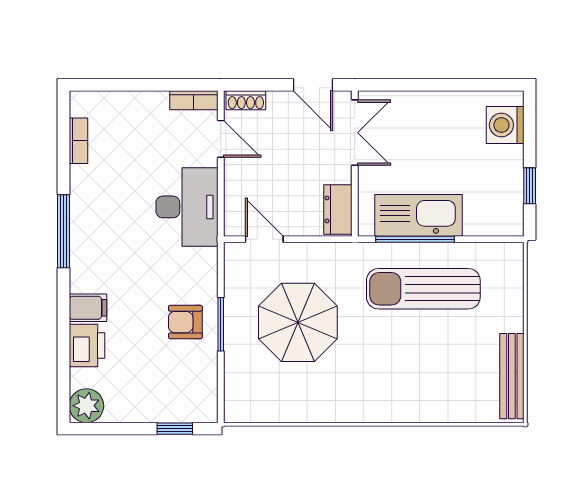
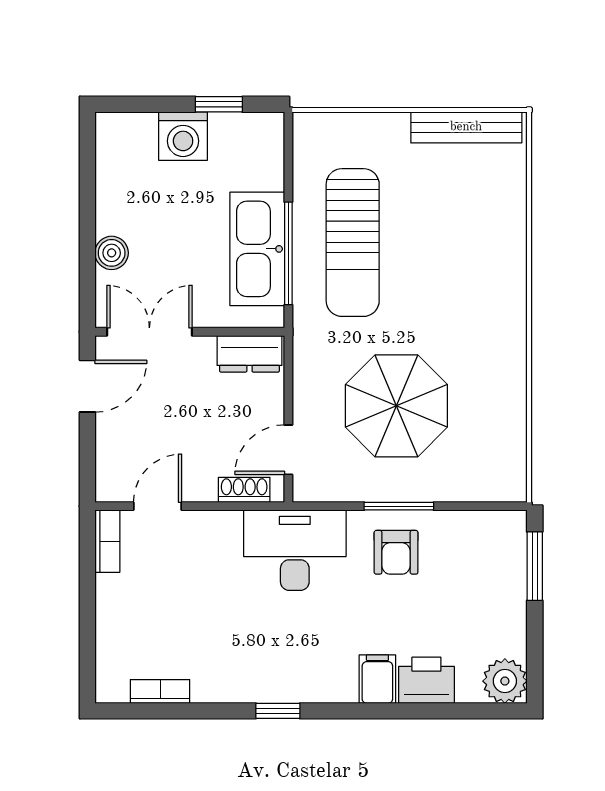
shoe rack: (246, 100) -> (244, 490), moved, turned -90
boiler: (415, 104) -> (112, 253), added
washing machine: (505, 125) -> (183, 136), moved
desk: (187, 207) -> (295, 550), moved
window: (64, 231) -> (278, 711), width x0.46
window: (175, 429) -> (535, 566), width x1.50

